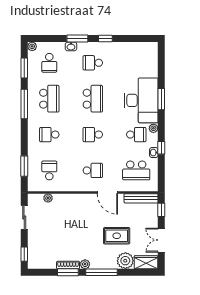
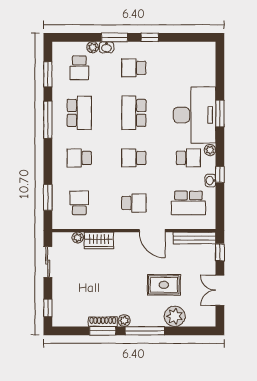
plant: (32, 46) -> (93, 47), moved
school desk: (93, 99) -> (134, 113), turned 180
wardrobe: (146, 262) -> (99, 240), moved, turned 180

